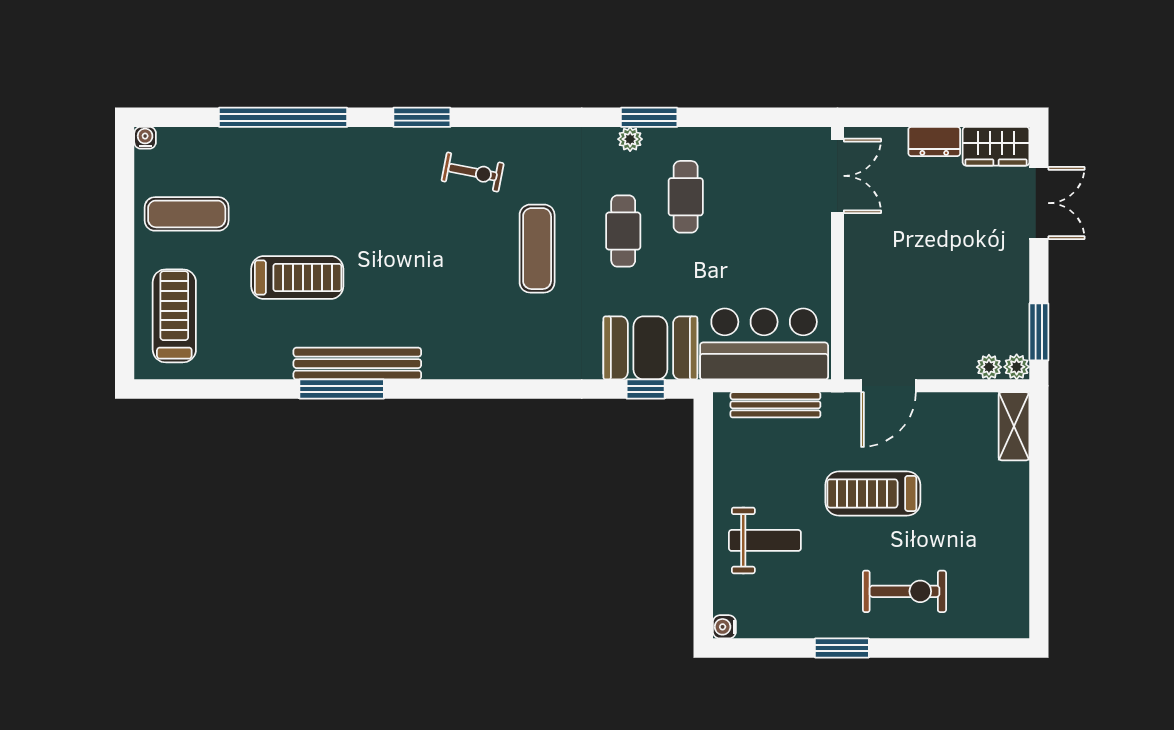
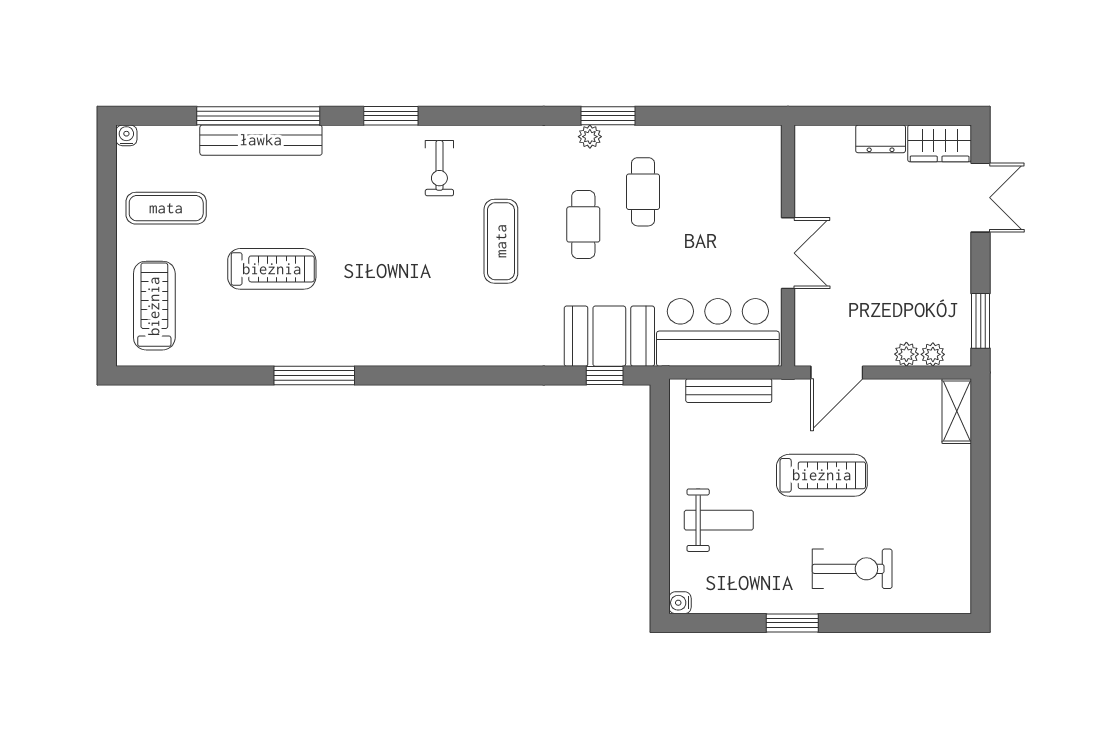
exercise bike: (473, 172) -> (439, 168), turned 79
double door: (837, 176) -> (788, 253), moved
bench: (357, 364) -> (261, 140), moved
plant: (1017, 367) -> (906, 354), moved
treadmill: (873, 493) -> (822, 475), turned 180

